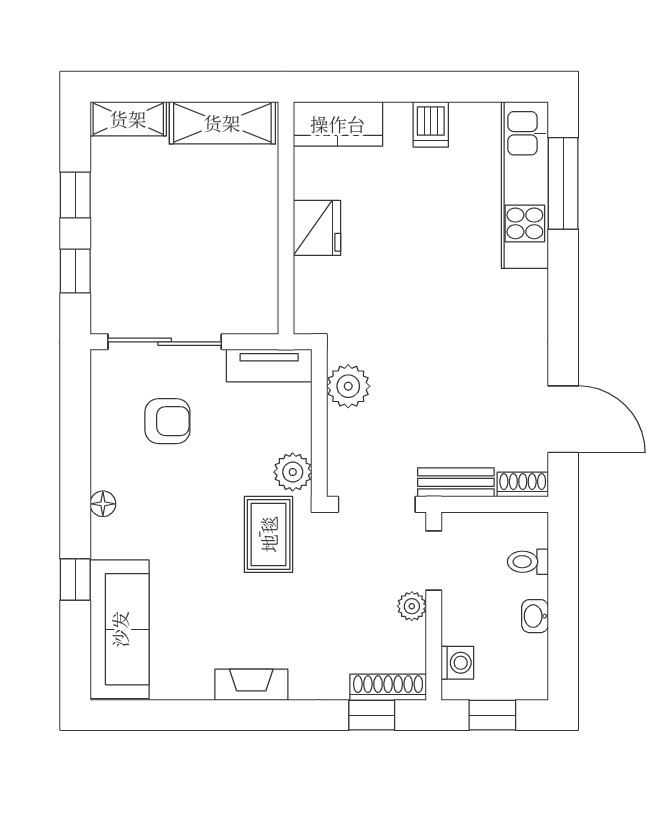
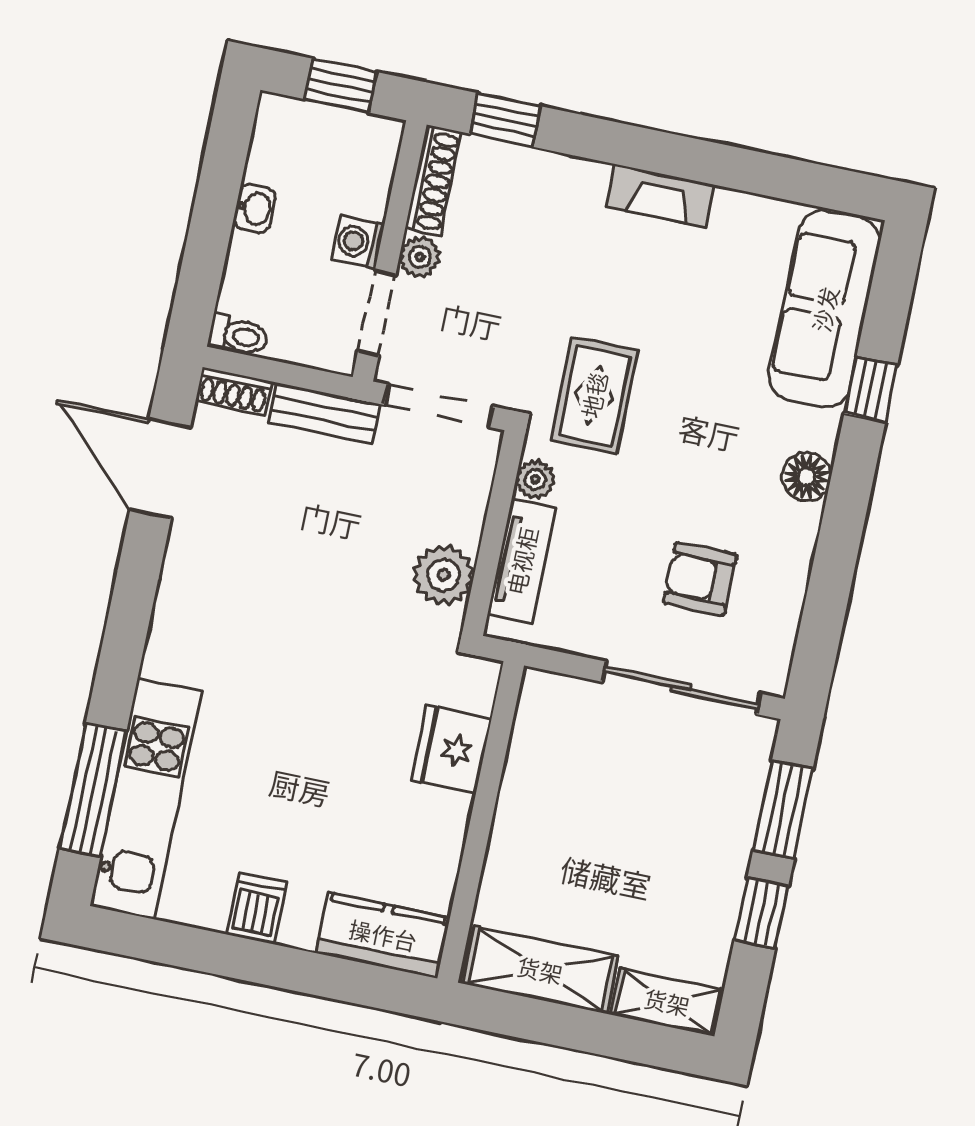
fridge: (317, 228) -> (452, 750), moved
window: (75, 271) -> (783, 810), width x1.50
tv unit: (269, 365) -> (522, 561), moved, turned 90
plant: (293, 472) -> (535, 479), width x0.73, depth x0.73
floor lamp: (103, 504) -> (806, 477), width x1.37, depth x1.37
toilet: (528, 562) -> (238, 335), moved
washing machine: (457, 663) -> (358, 242), moved
shoe rack: (388, 687) -> (433, 180), moved, turned -90

